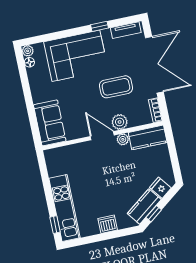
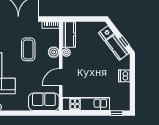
door: (102, 136) -> (61, 77), moved
kitchen unit: (64, 208) -> (86, 104), moved

